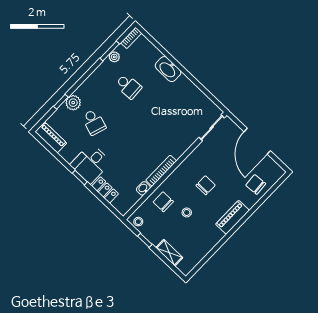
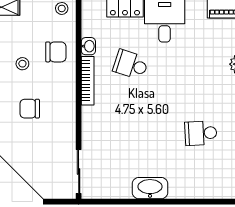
washbasin: (168, 69) -> (150, 188), moved
school desk: (94, 122) -> (131, 65), moved
chair: (206, 185) -> (30, 109), turned 90

